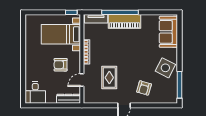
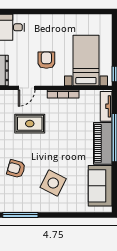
sofa: (168, 32) -> (100, 186), moved, turned -90
side table: (165, 68) -> (53, 183), moved
door: (82, 80) -> (27, 88), swing flipped

